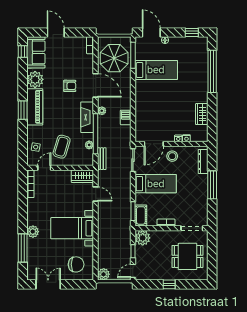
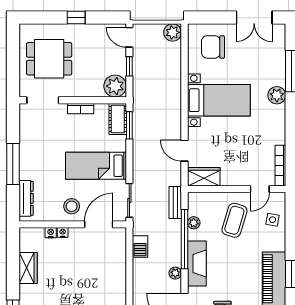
barbecue: (126, 117) -> (140, 246), moved
door: (133, 271) -> (129, 37), swing flipped

